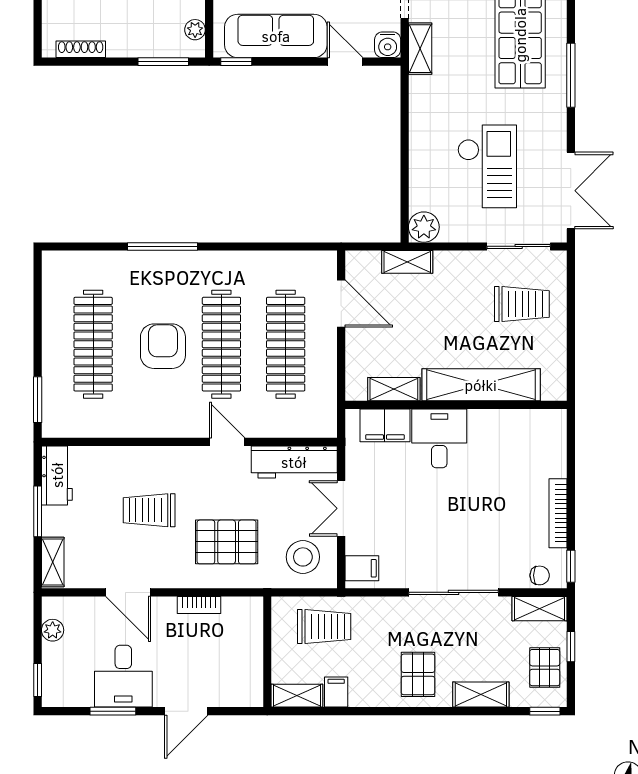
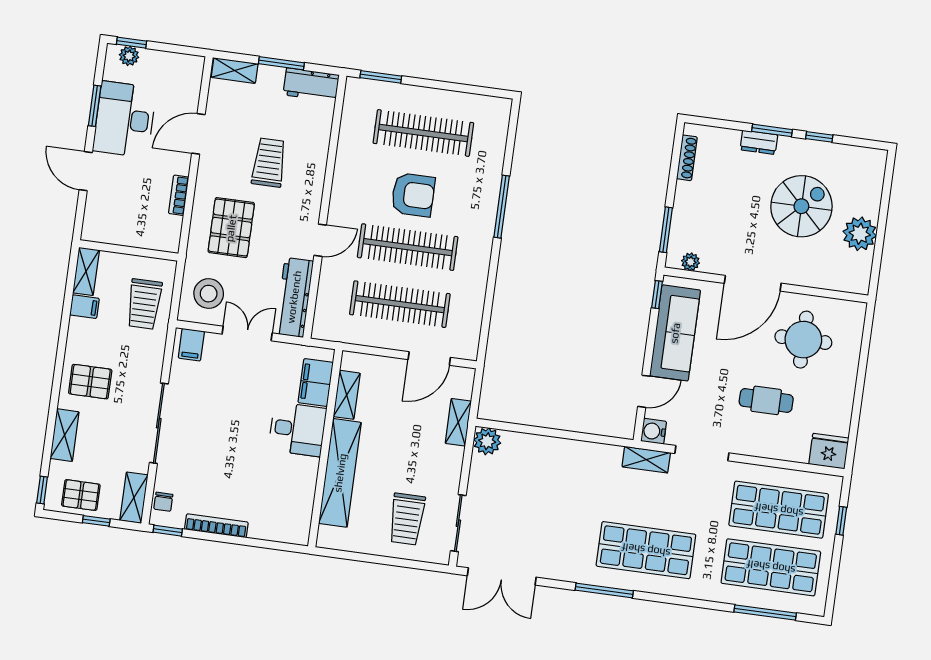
checkout: (487, 166) -> (533, 505), removed
plant: (53, 630) -> (129, 56), moved
desk: (123, 676) -> (125, 119), width x1.37

